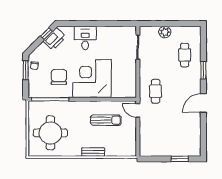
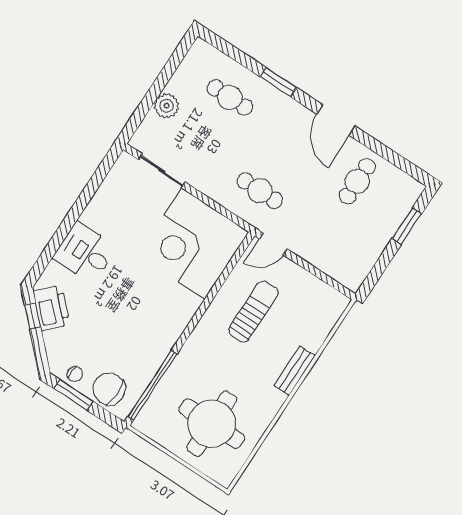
chair: (59, 77) -> (109, 389), moved
corner desk: (92, 79) -> (193, 244), moved
cafe table: (185, 127) -> (357, 181), added

